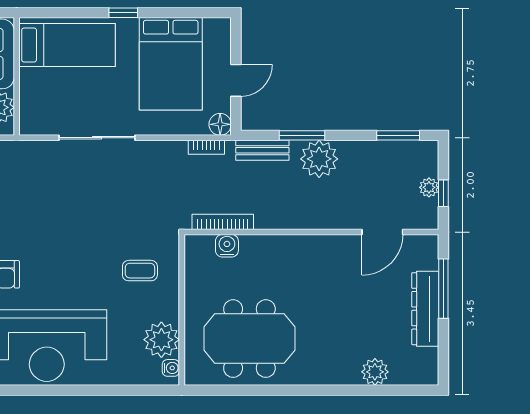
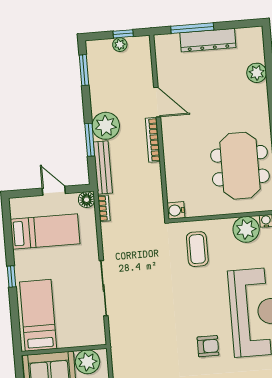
bed: (171, 64) -> (45, 232), width x0.67
bench: (262, 150) -> (103, 168), width x1.36
bookcase: (223, 222) -> (153, 140), moved
door: (382, 232) -> (157, 102), moved
water cooler: (227, 246) -> (176, 210), moved
coffee table: (140, 271) -> (197, 249), width x1.36, depth x1.30

